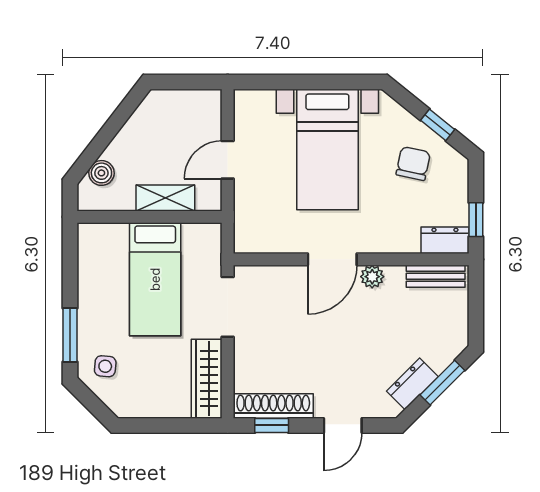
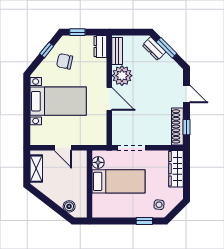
shelving: (165, 198) -> (36, 169), moved
window: (476, 220) -> (77, 32), moved
floor lamp: (196, 235) -> (98, 162), added
plant: (372, 277) -> (122, 76), width x1.88, depth x1.88
window: (70, 335) -> (144, 221), width x0.67
wardrobe: (207, 379) -> (176, 169), moved, turned 90
dresser: (412, 384) -> (154, 49), moved

